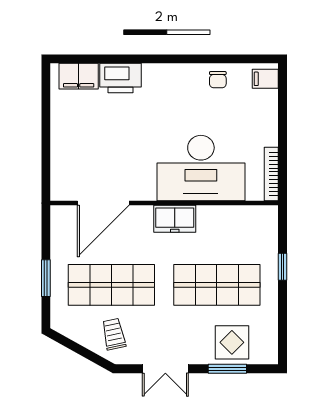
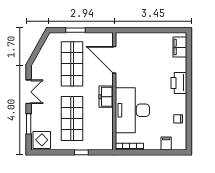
printer: (121, 78) -> (179, 83), moved
filing cabinet: (265, 79) -> (166, 143), moved
trolley: (114, 334) -> (47, 65), removed
display table: (232, 342) -> (42, 140), moved
double door: (165, 369) -> (29, 92), swing flipped

